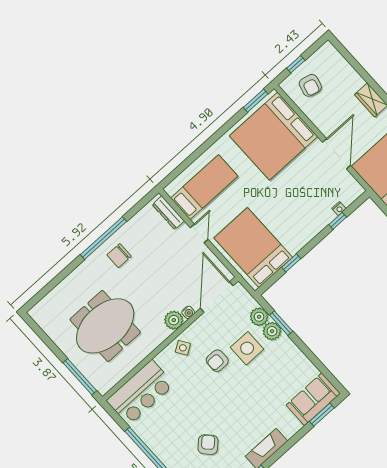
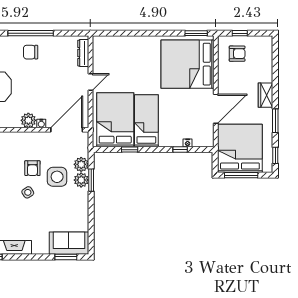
armchair: (310, 85) -> (237, 54), turned -104
bed: (204, 187) -> (146, 121), moved, turned -90
side table: (183, 348) -> (28, 192), moved
armchair: (217, 361) -> (32, 168), turned -90

